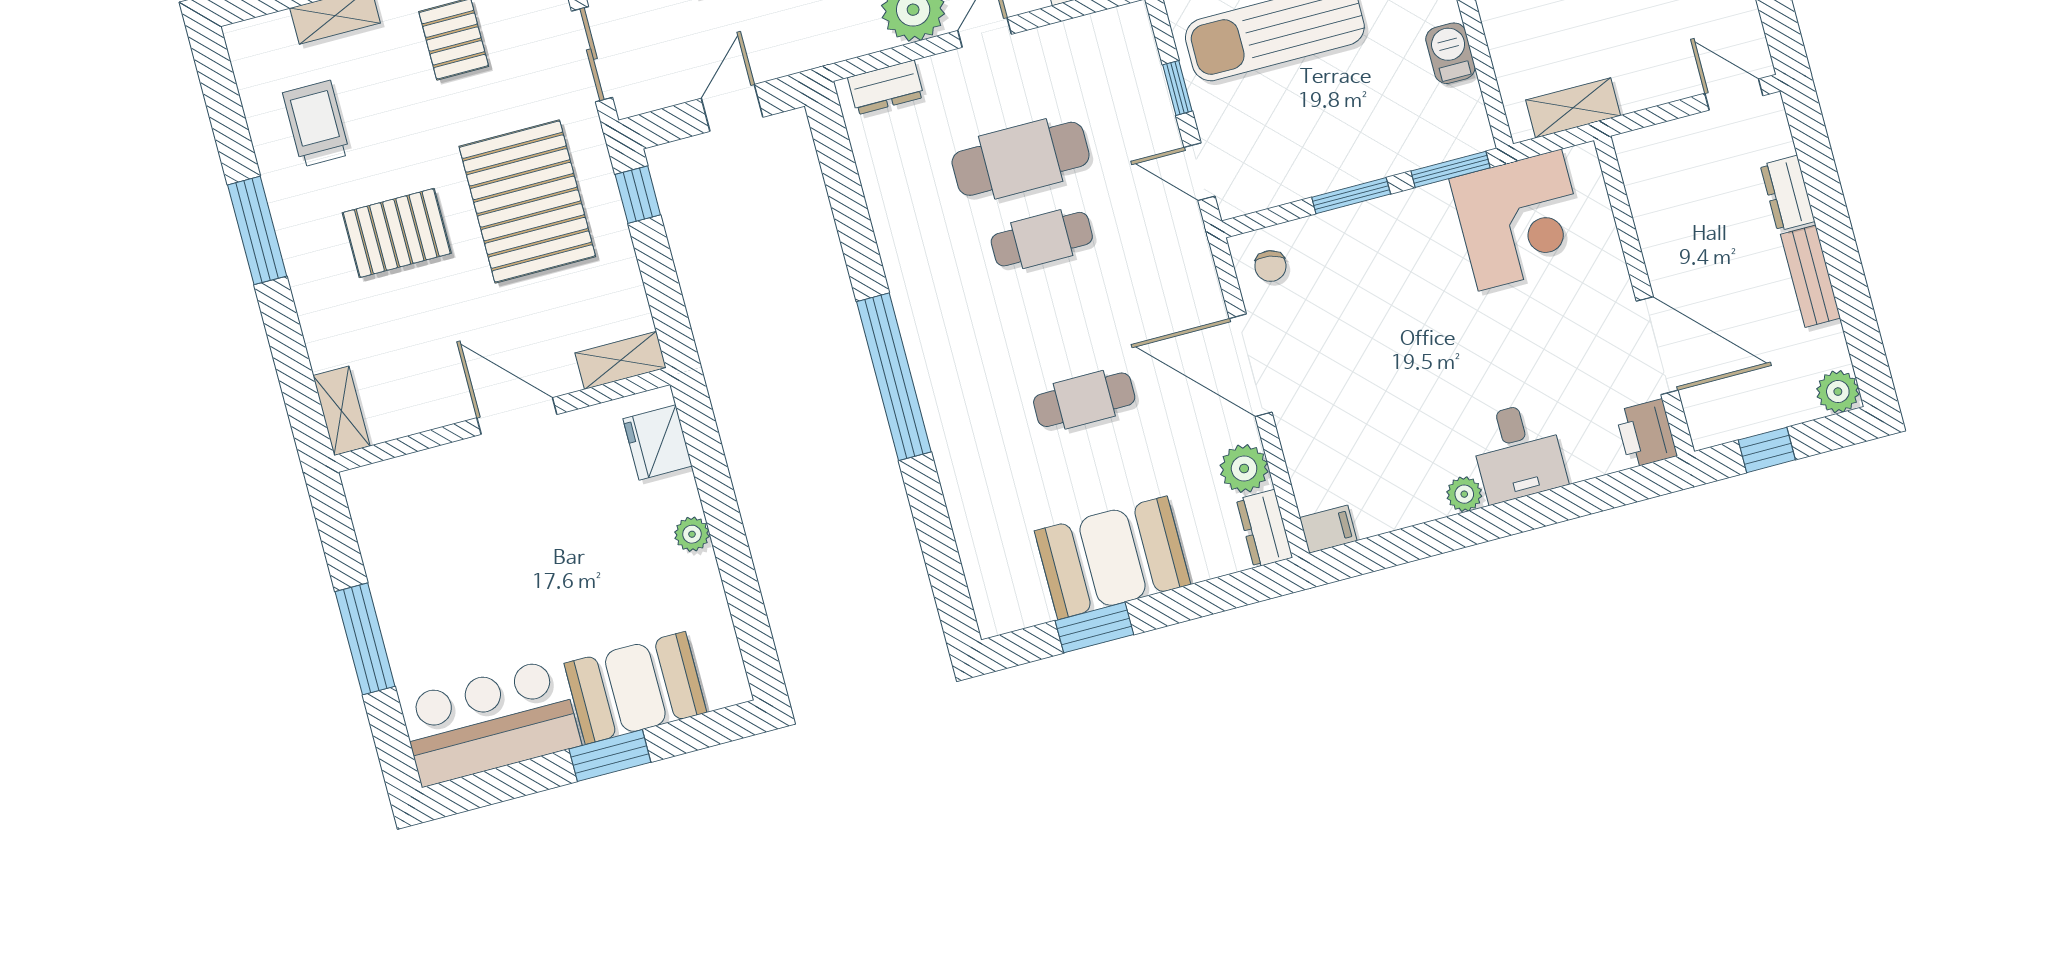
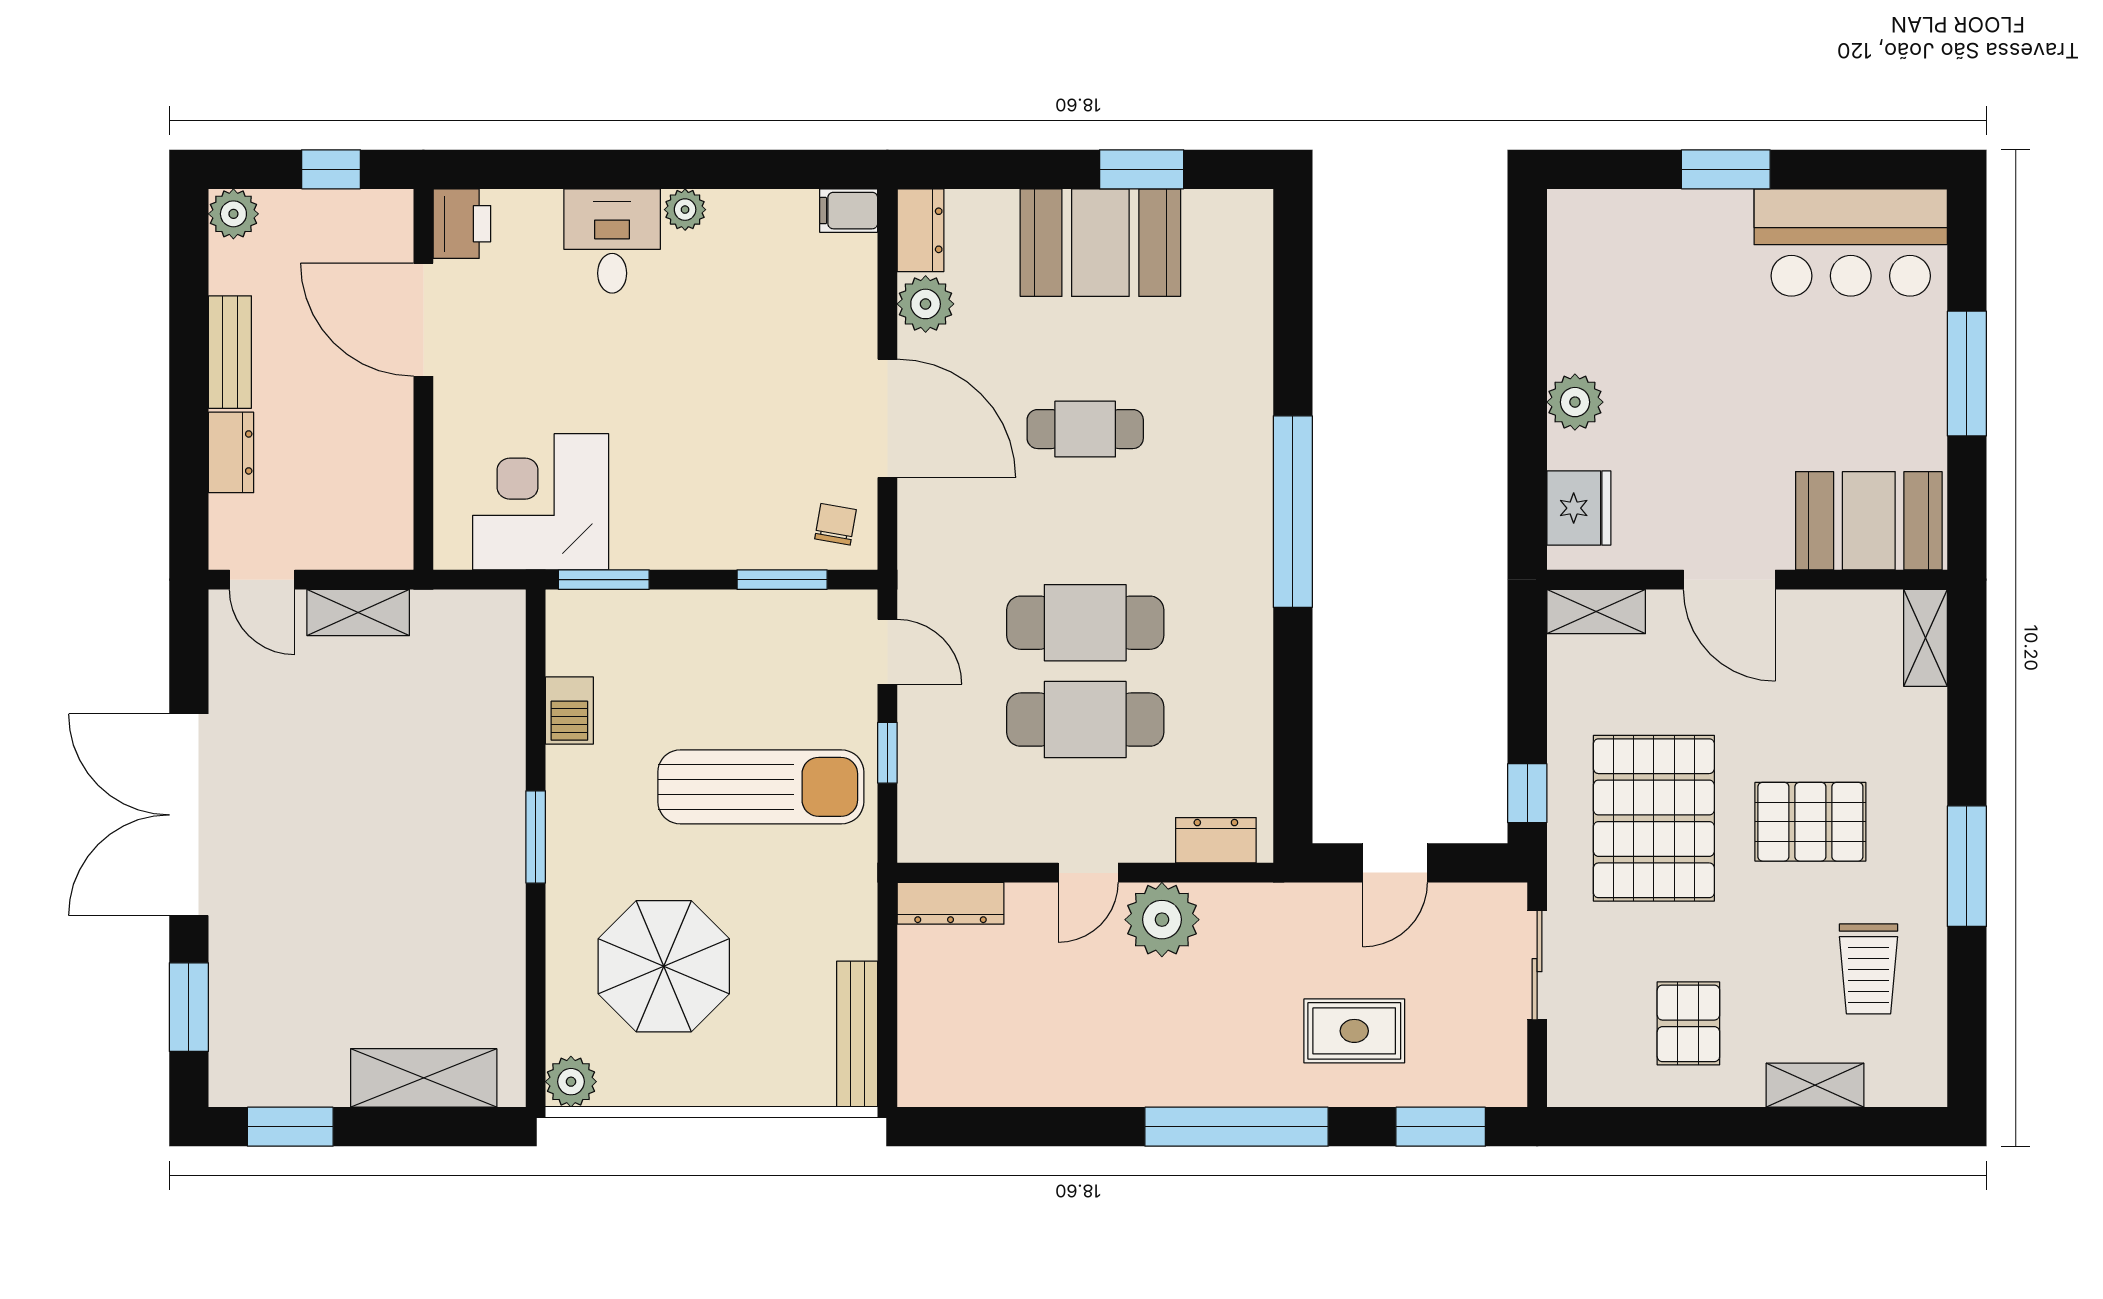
shelving: (1573, 108) -> (358, 612), moved
window: (1351, 196) -> (782, 580), moved
cafe table: (1042, 239) -> (1085, 623), width x1.37, depth x1.35
plant: (692, 534) -> (1575, 402), width x1.38, depth x1.38
booth: (635, 688) -> (1869, 521), moved

